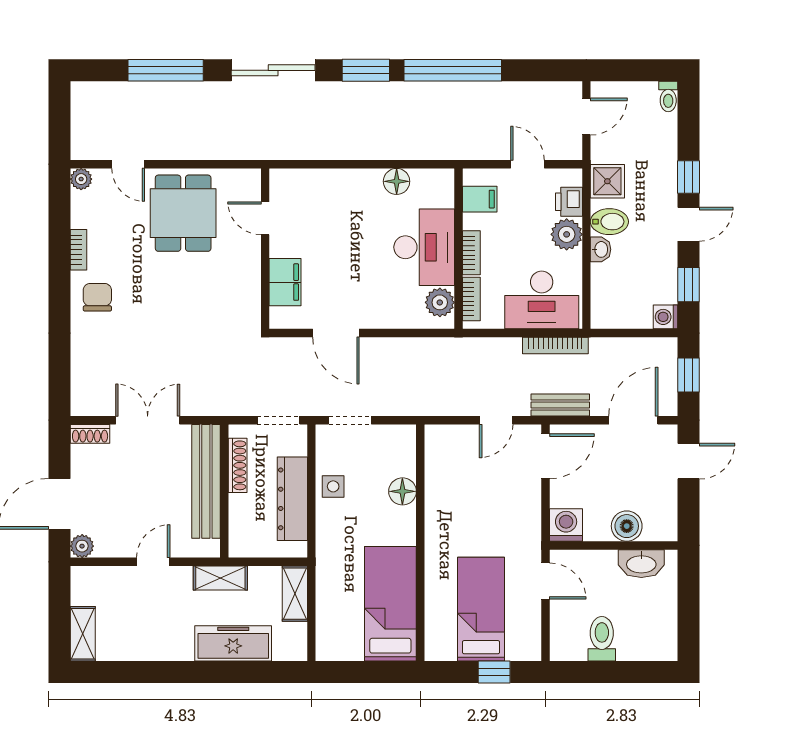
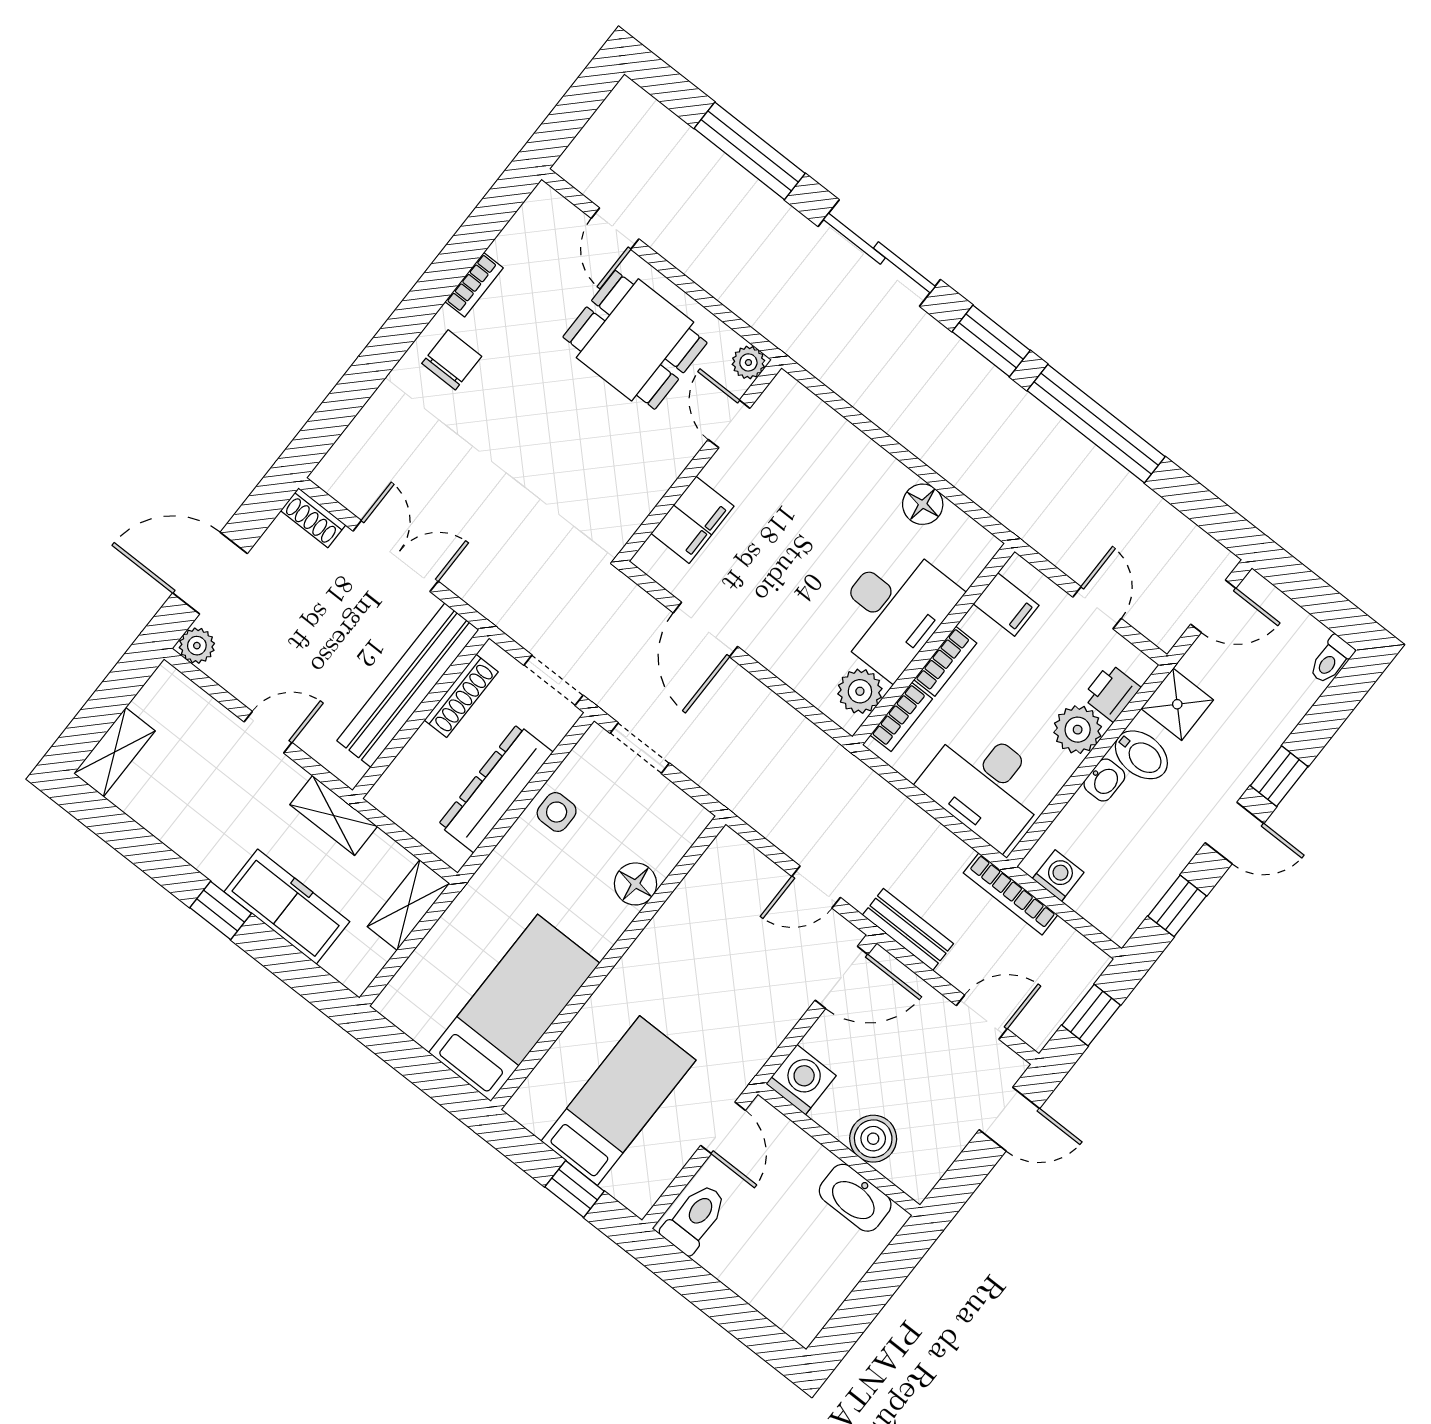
plant: (81, 179) -> (748, 362), moved
dining table: (183, 213) -> (635, 340), turned 90
washing machine: (666, 317) -> (1058, 876), moved, turned 90
bookcase: (555, 346) -> (1010, 894), moved
door: (633, 420) -> (982, 1017), width x0.73
toilet: (602, 639) -> (695, 1218), moved
window: (201, 672) -> (221, 910), added

